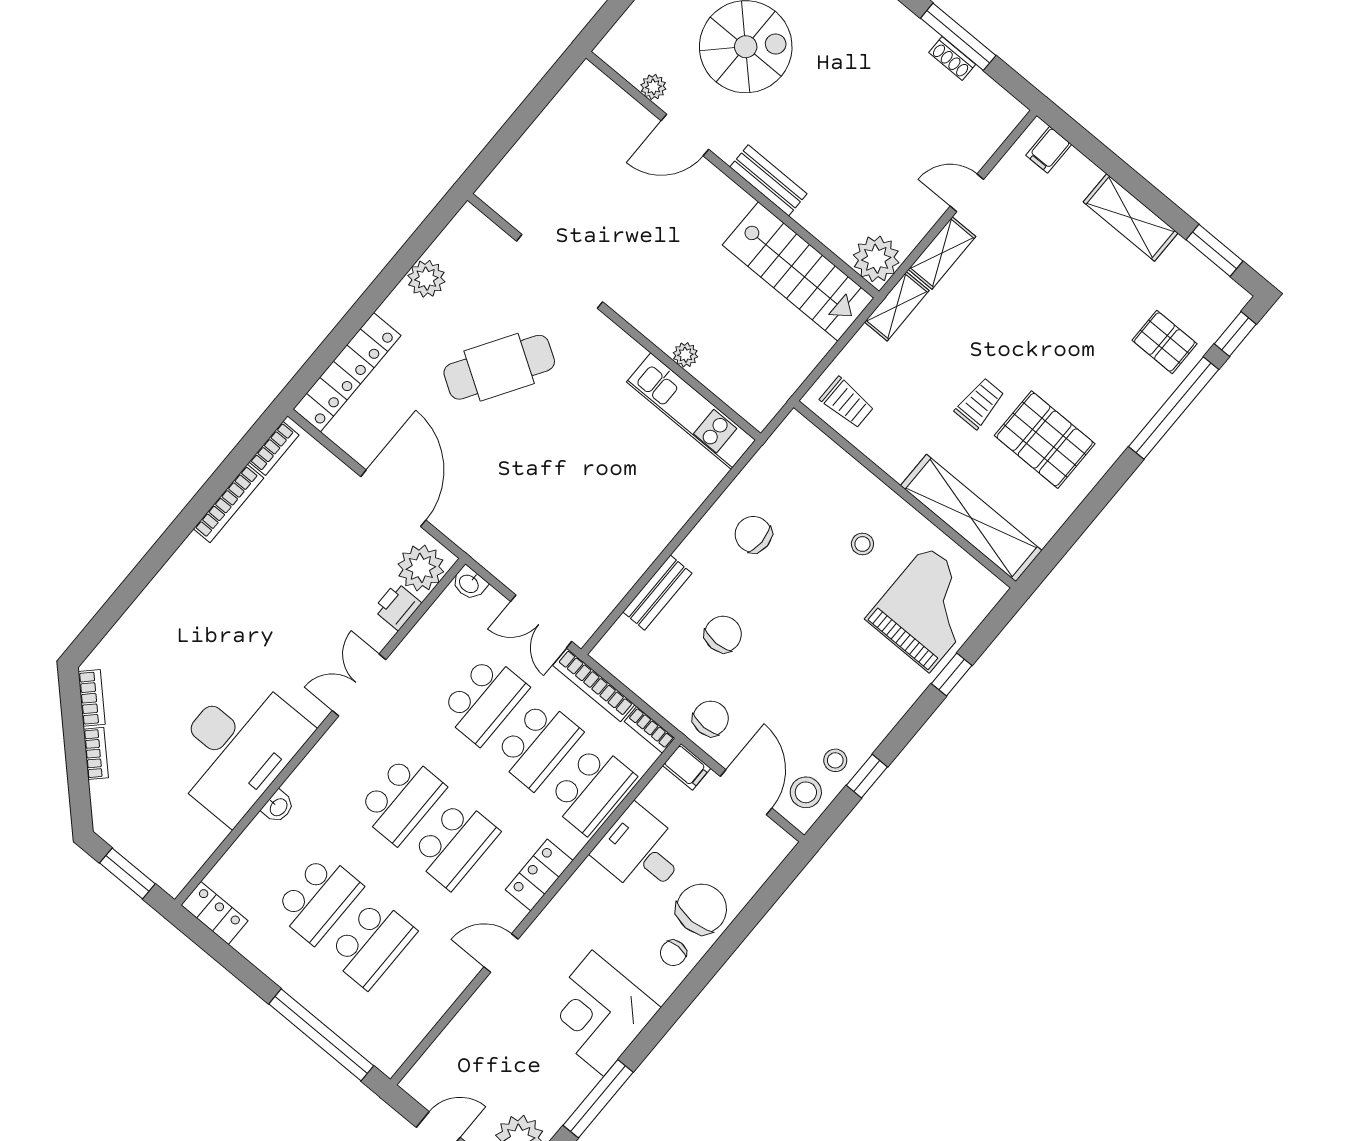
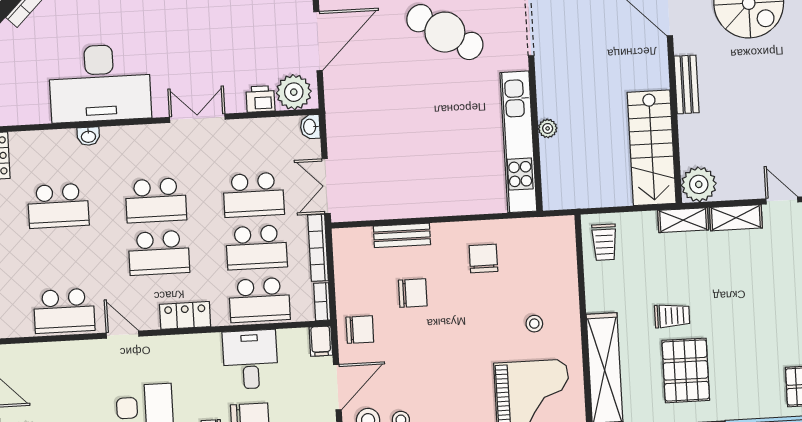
kitchen unit: (691, 411) -> (518, 142), width x1.36
school desk: (372, 943) -> (64, 311), moved

